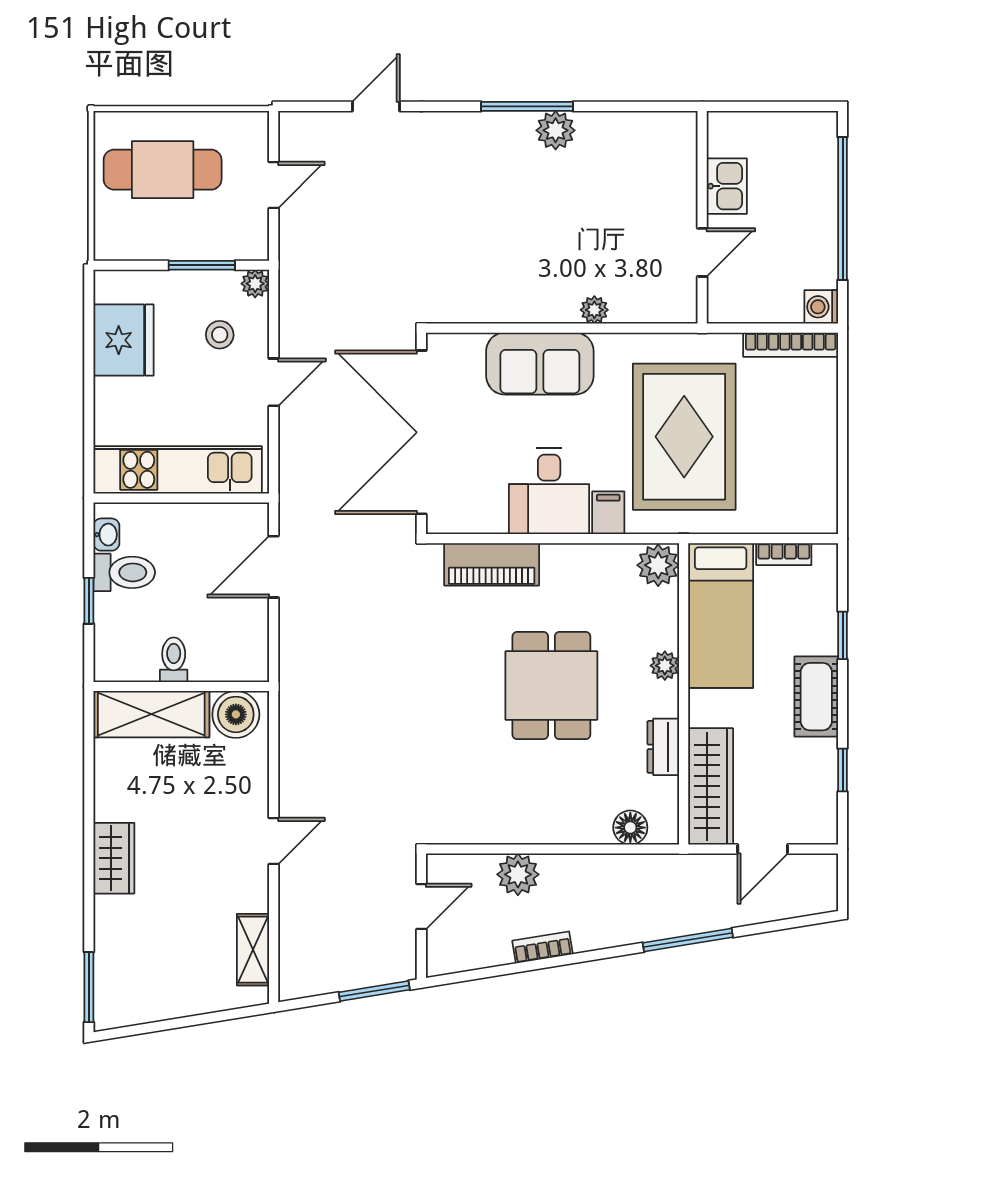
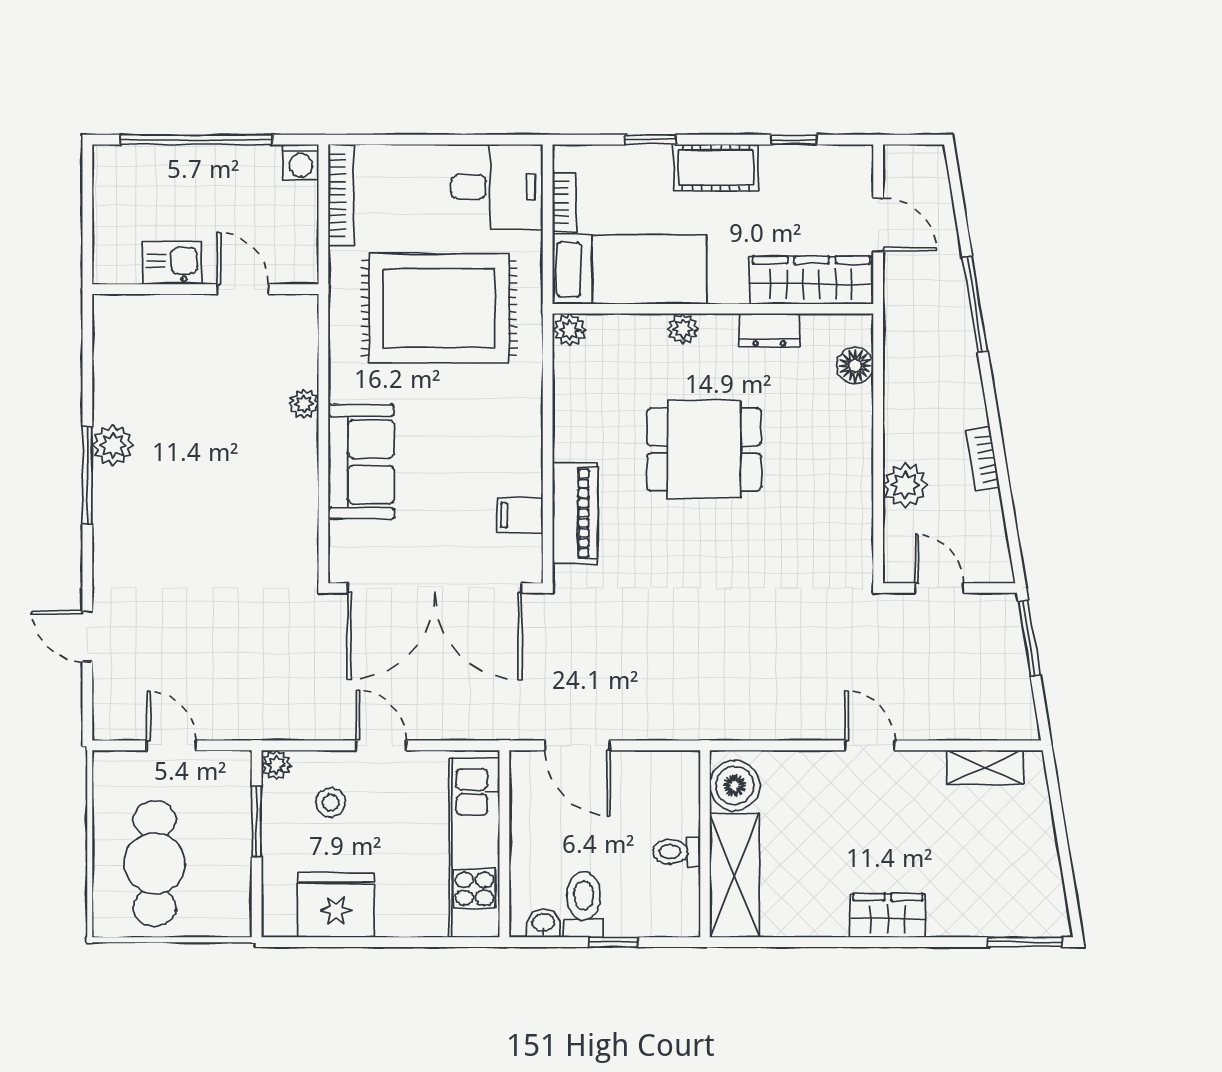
desk: (549, 491) -> (497, 187), moved
filing cabinet: (608, 513) -> (520, 515), moved
plant: (658, 565) -> (570, 330), width x0.73, depth x0.73

